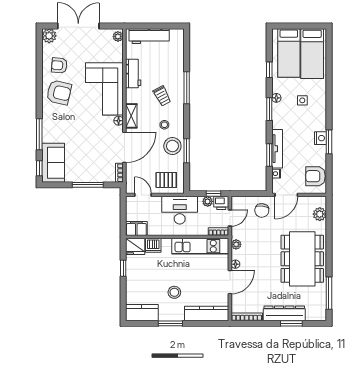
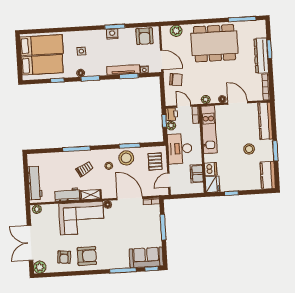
armchair: (59, 93) -> (87, 256), turned 77
shelving: (131, 116) -> (91, 195), moved
filing cabinet: (136, 229) -> (197, 174), moved

